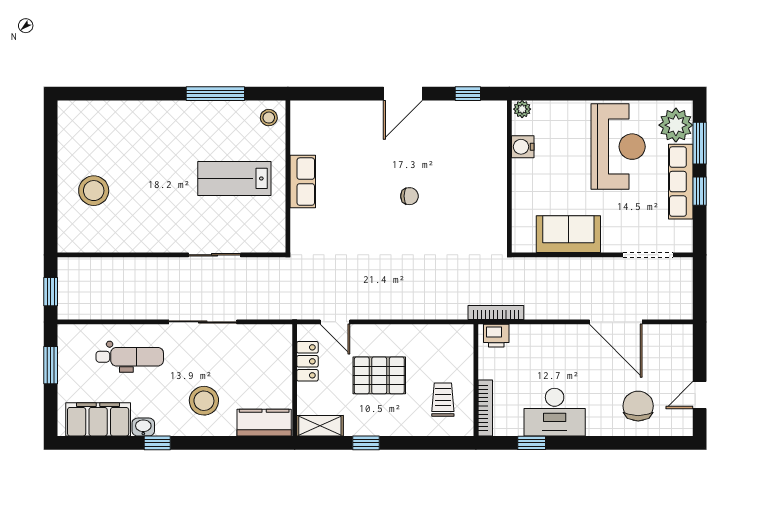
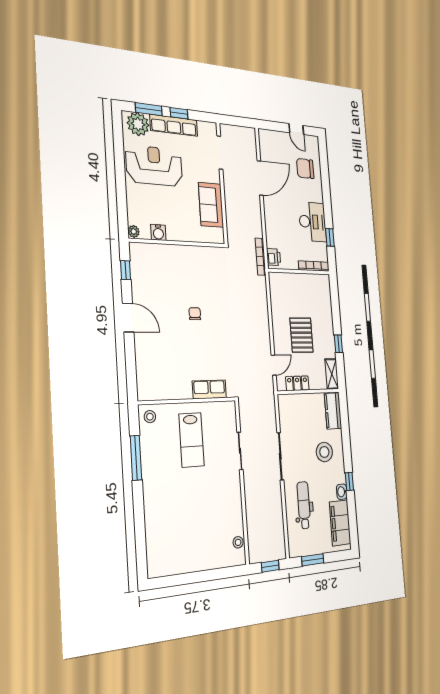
row of seats: (303, 182) -> (209, 389), moved
stool: (94, 191) -> (238, 542), moved, width x0.53, depth x0.53
trolley: (443, 400) -> (311, 293), removed

